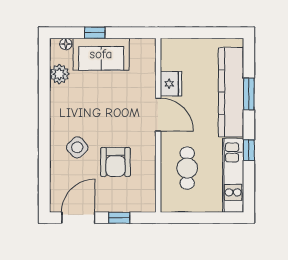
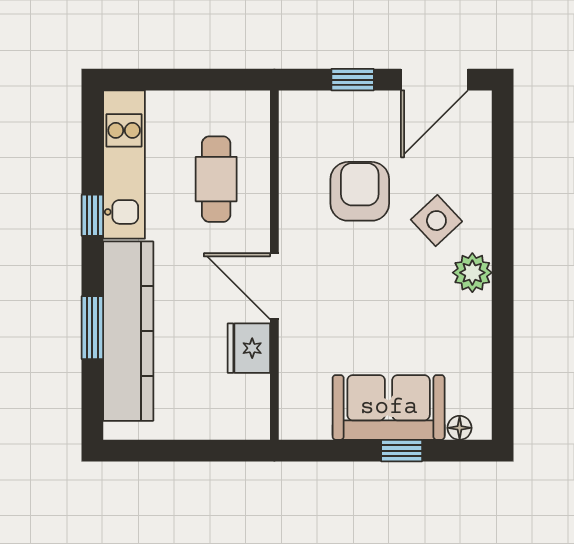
plant: (59, 74) -> (472, 273), moved

